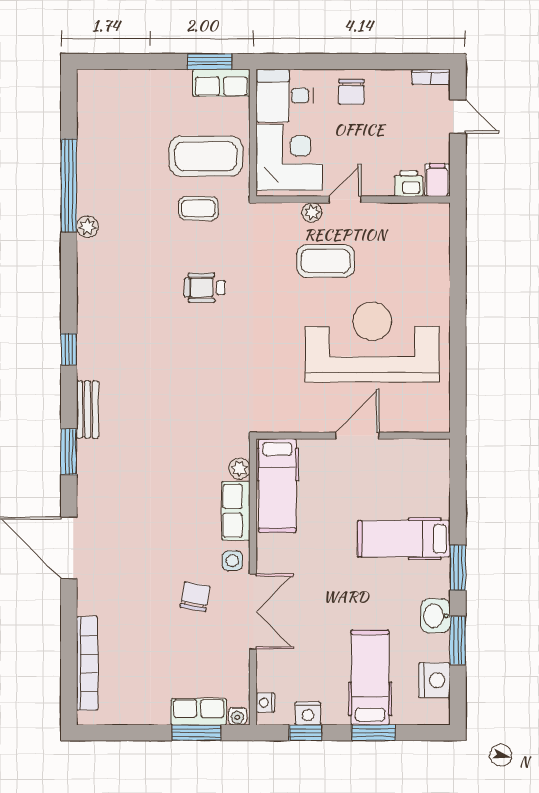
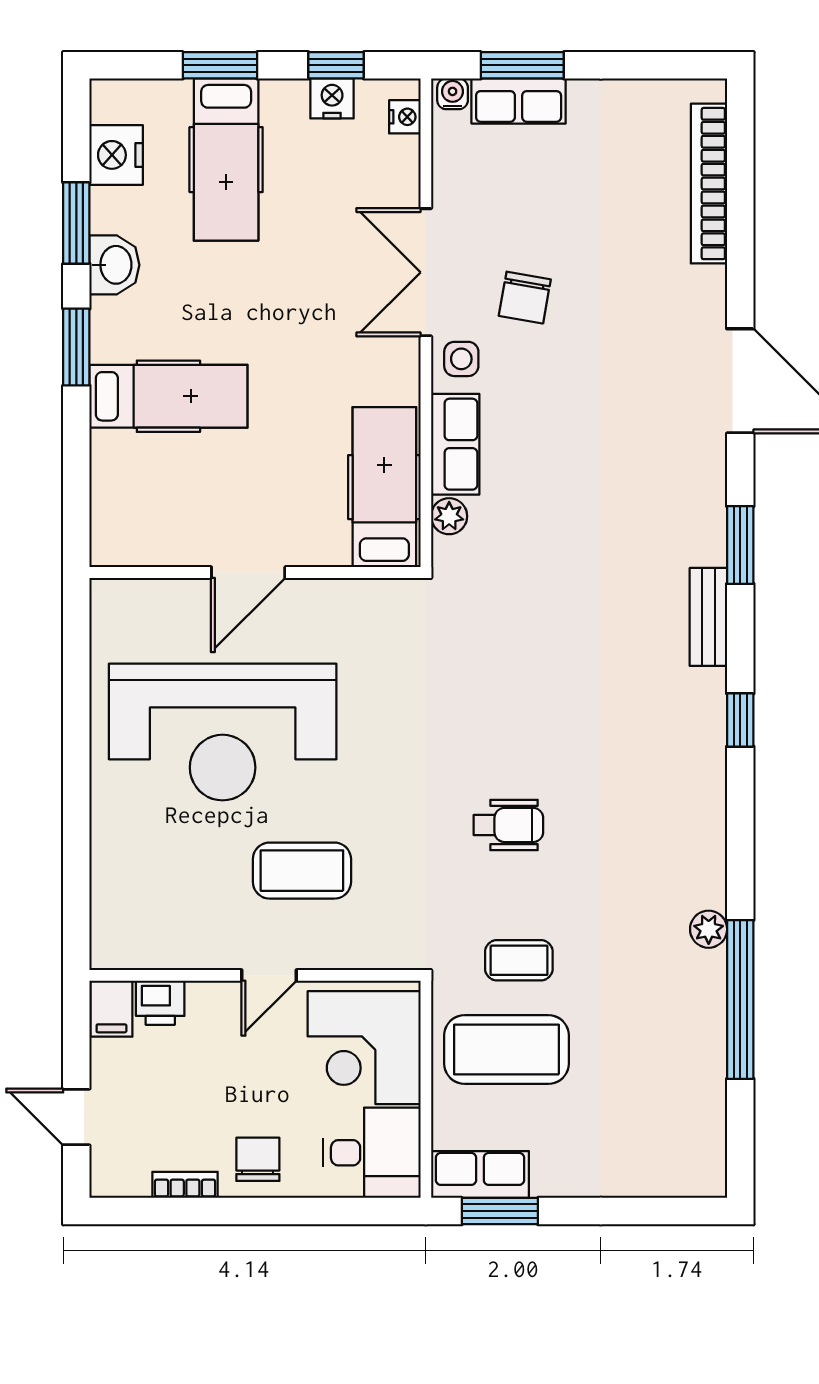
bookcase: (431, 77) -> (185, 1185), moved
plant: (312, 212) -> (325, 954), removed

